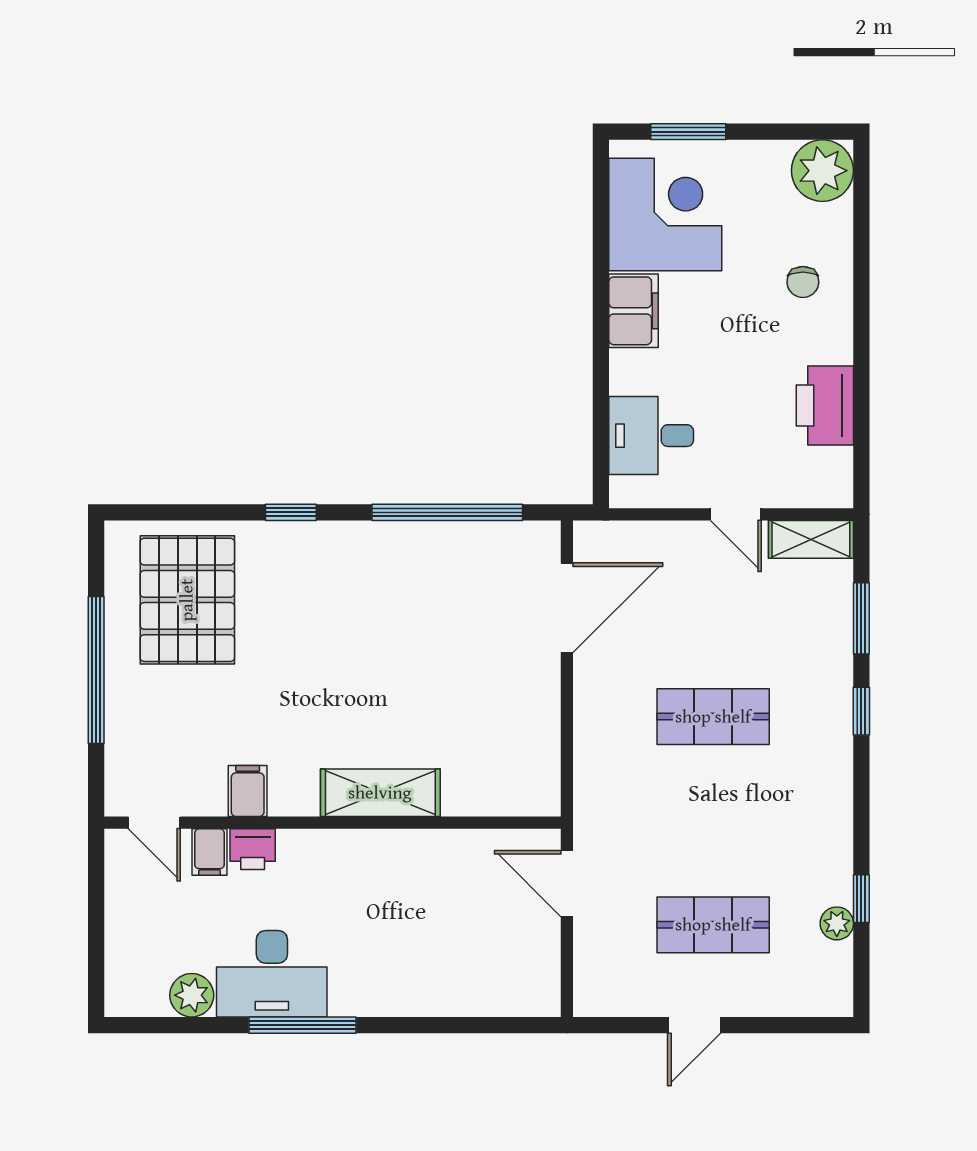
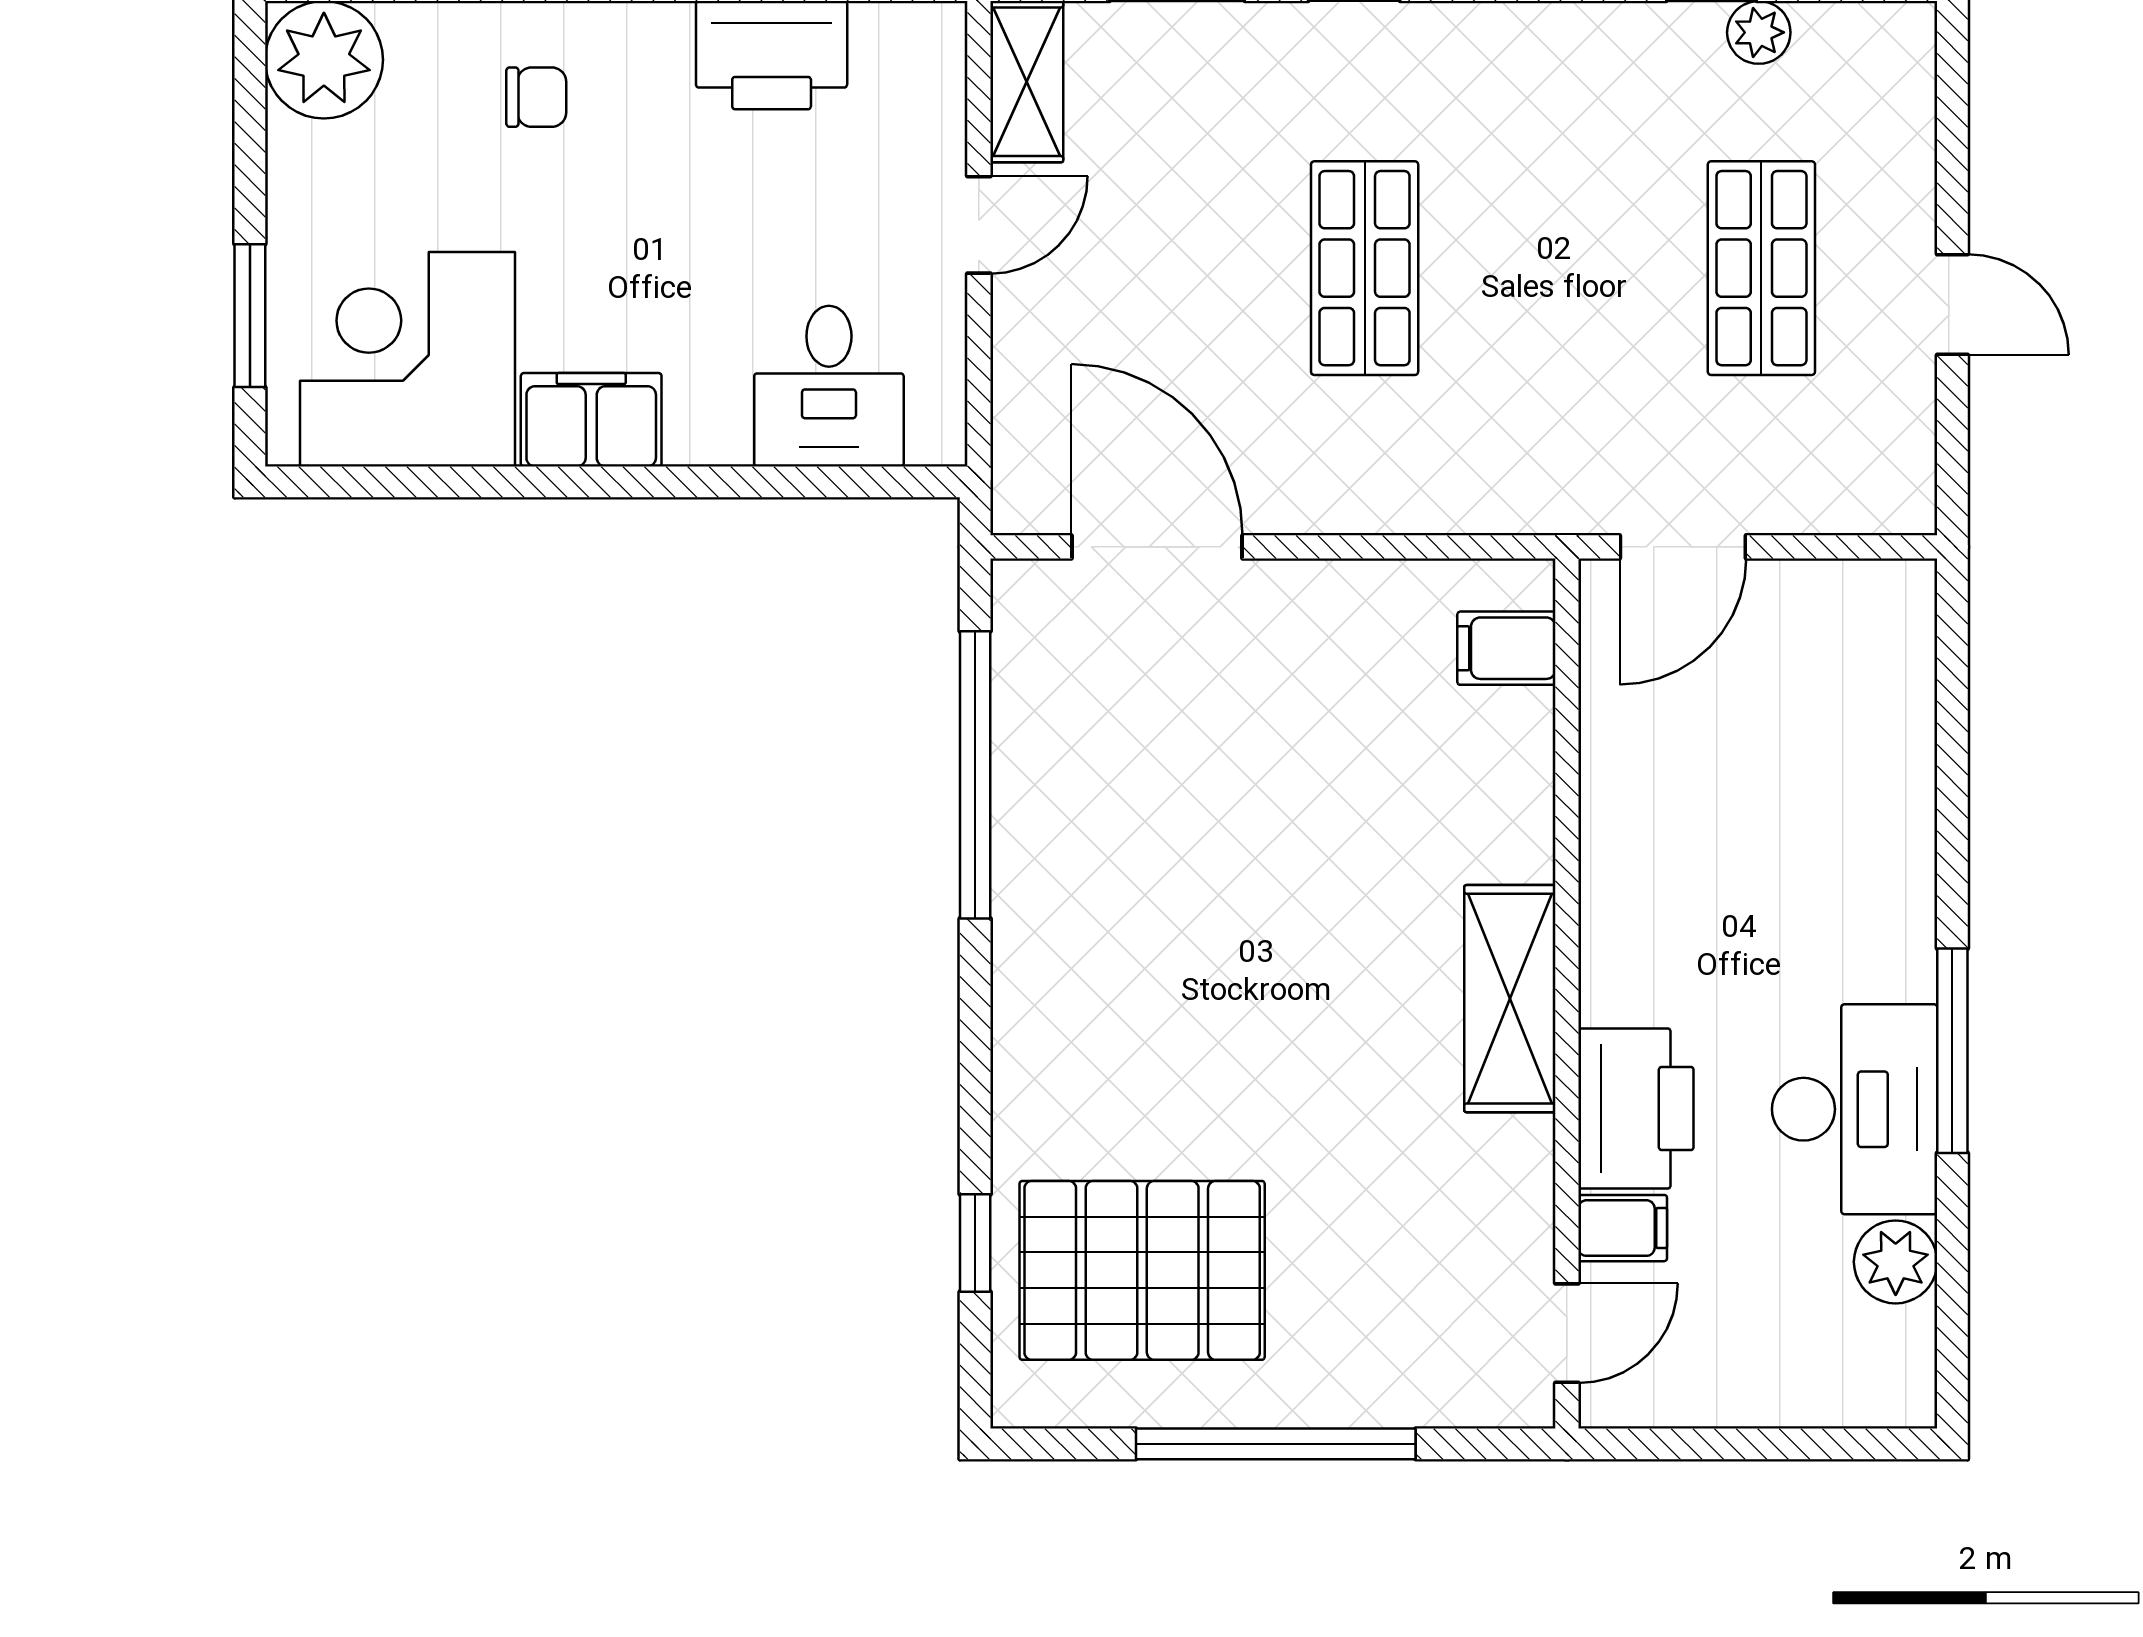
window: (291, 512) -> (975, 1243), moved
filing cabinet: (248, 791) -> (1506, 648), moved
shelving: (380, 793) -> (1510, 999), moved
printer: (253, 849) -> (1636, 1109), width x1.87, depth x1.48

